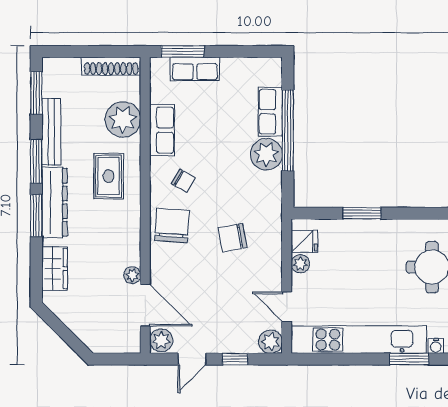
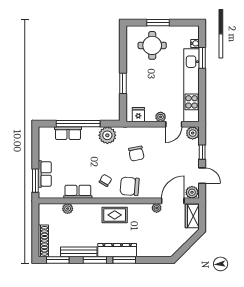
shoe rack: (111, 66) -> (43, 241), moved
plant: (123, 119) -> (68, 209), width x0.53, depth x0.53
plant: (266, 154) -> (107, 135), moved
rug: (109, 176) -> (115, 215), moved
plant: (300, 264) -> (161, 117), moved
wardrobe: (55, 269) -> (192, 216), moved, turned -90

